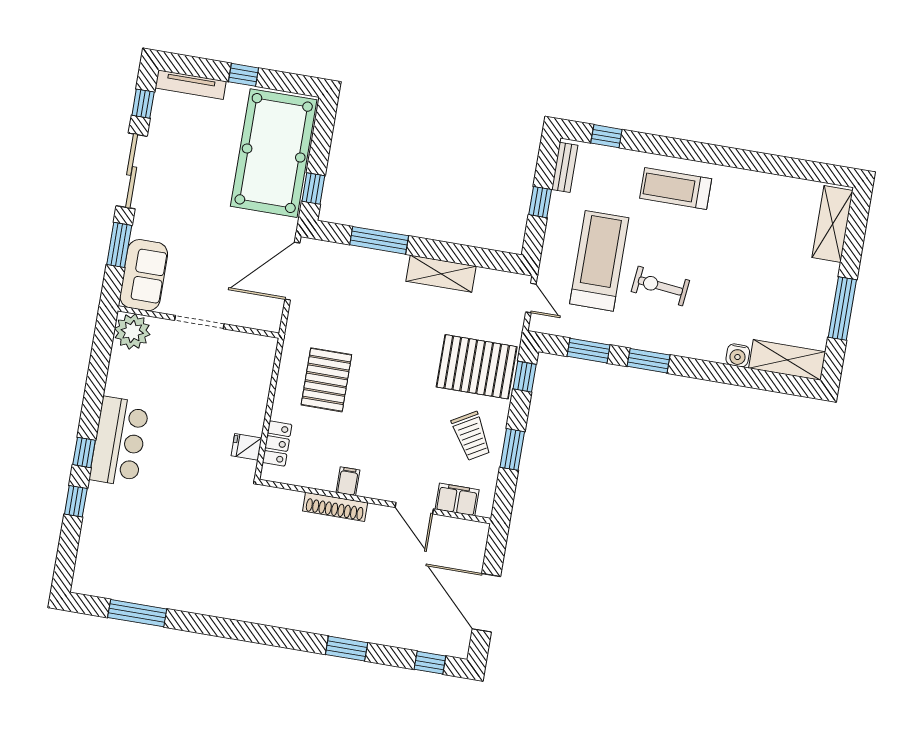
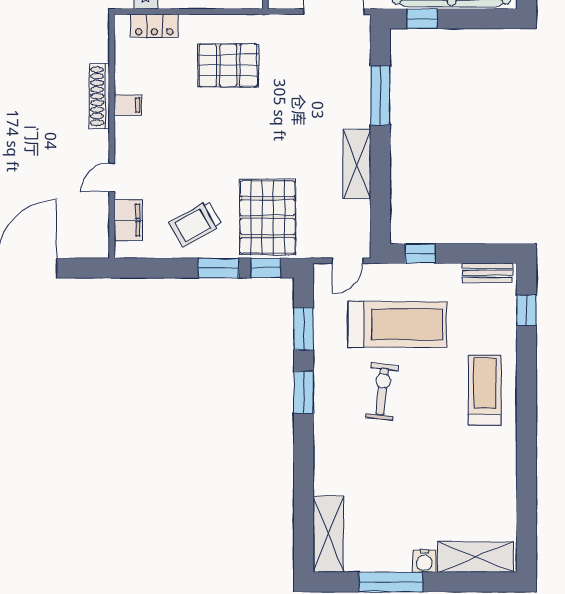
window: (540, 202) -> (420, 254), moved
water cooler: (738, 355) -> (424, 561), moved, turned -90
window: (512, 449) -> (218, 268), moved
door: (414, 508) -> (112, 178), width x0.73

